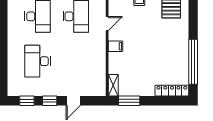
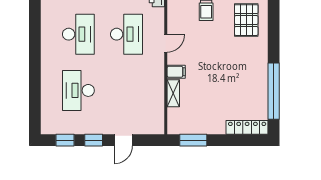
shelving: (113, 85) -> (173, 93), moved

